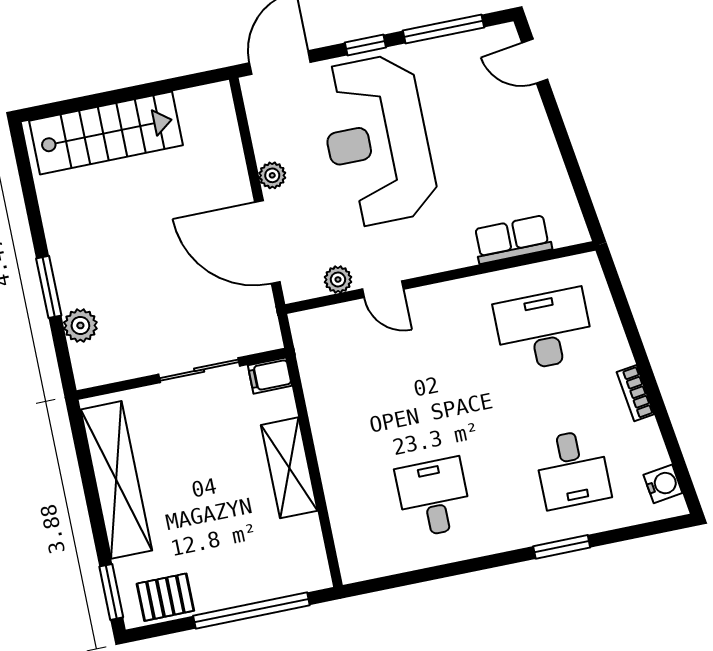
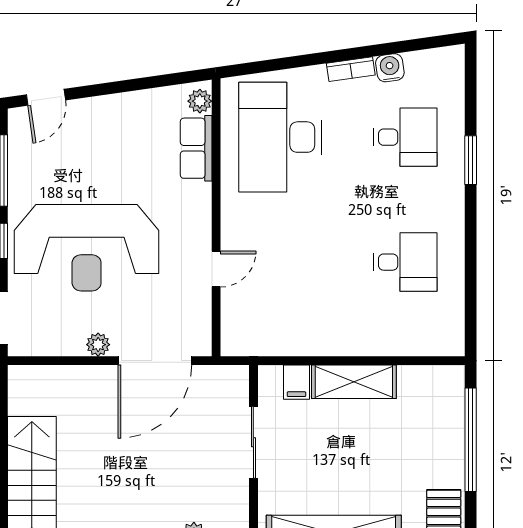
plant: (338, 280) -> (200, 101), moved
desk: (544, 330) -> (280, 137), width x1.36, depth x1.30
filing cabinet: (270, 376) -> (296, 382), moved
water cooler: (663, 484) -> (390, 68), moved
desk: (434, 497) -> (405, 262), turned 180

